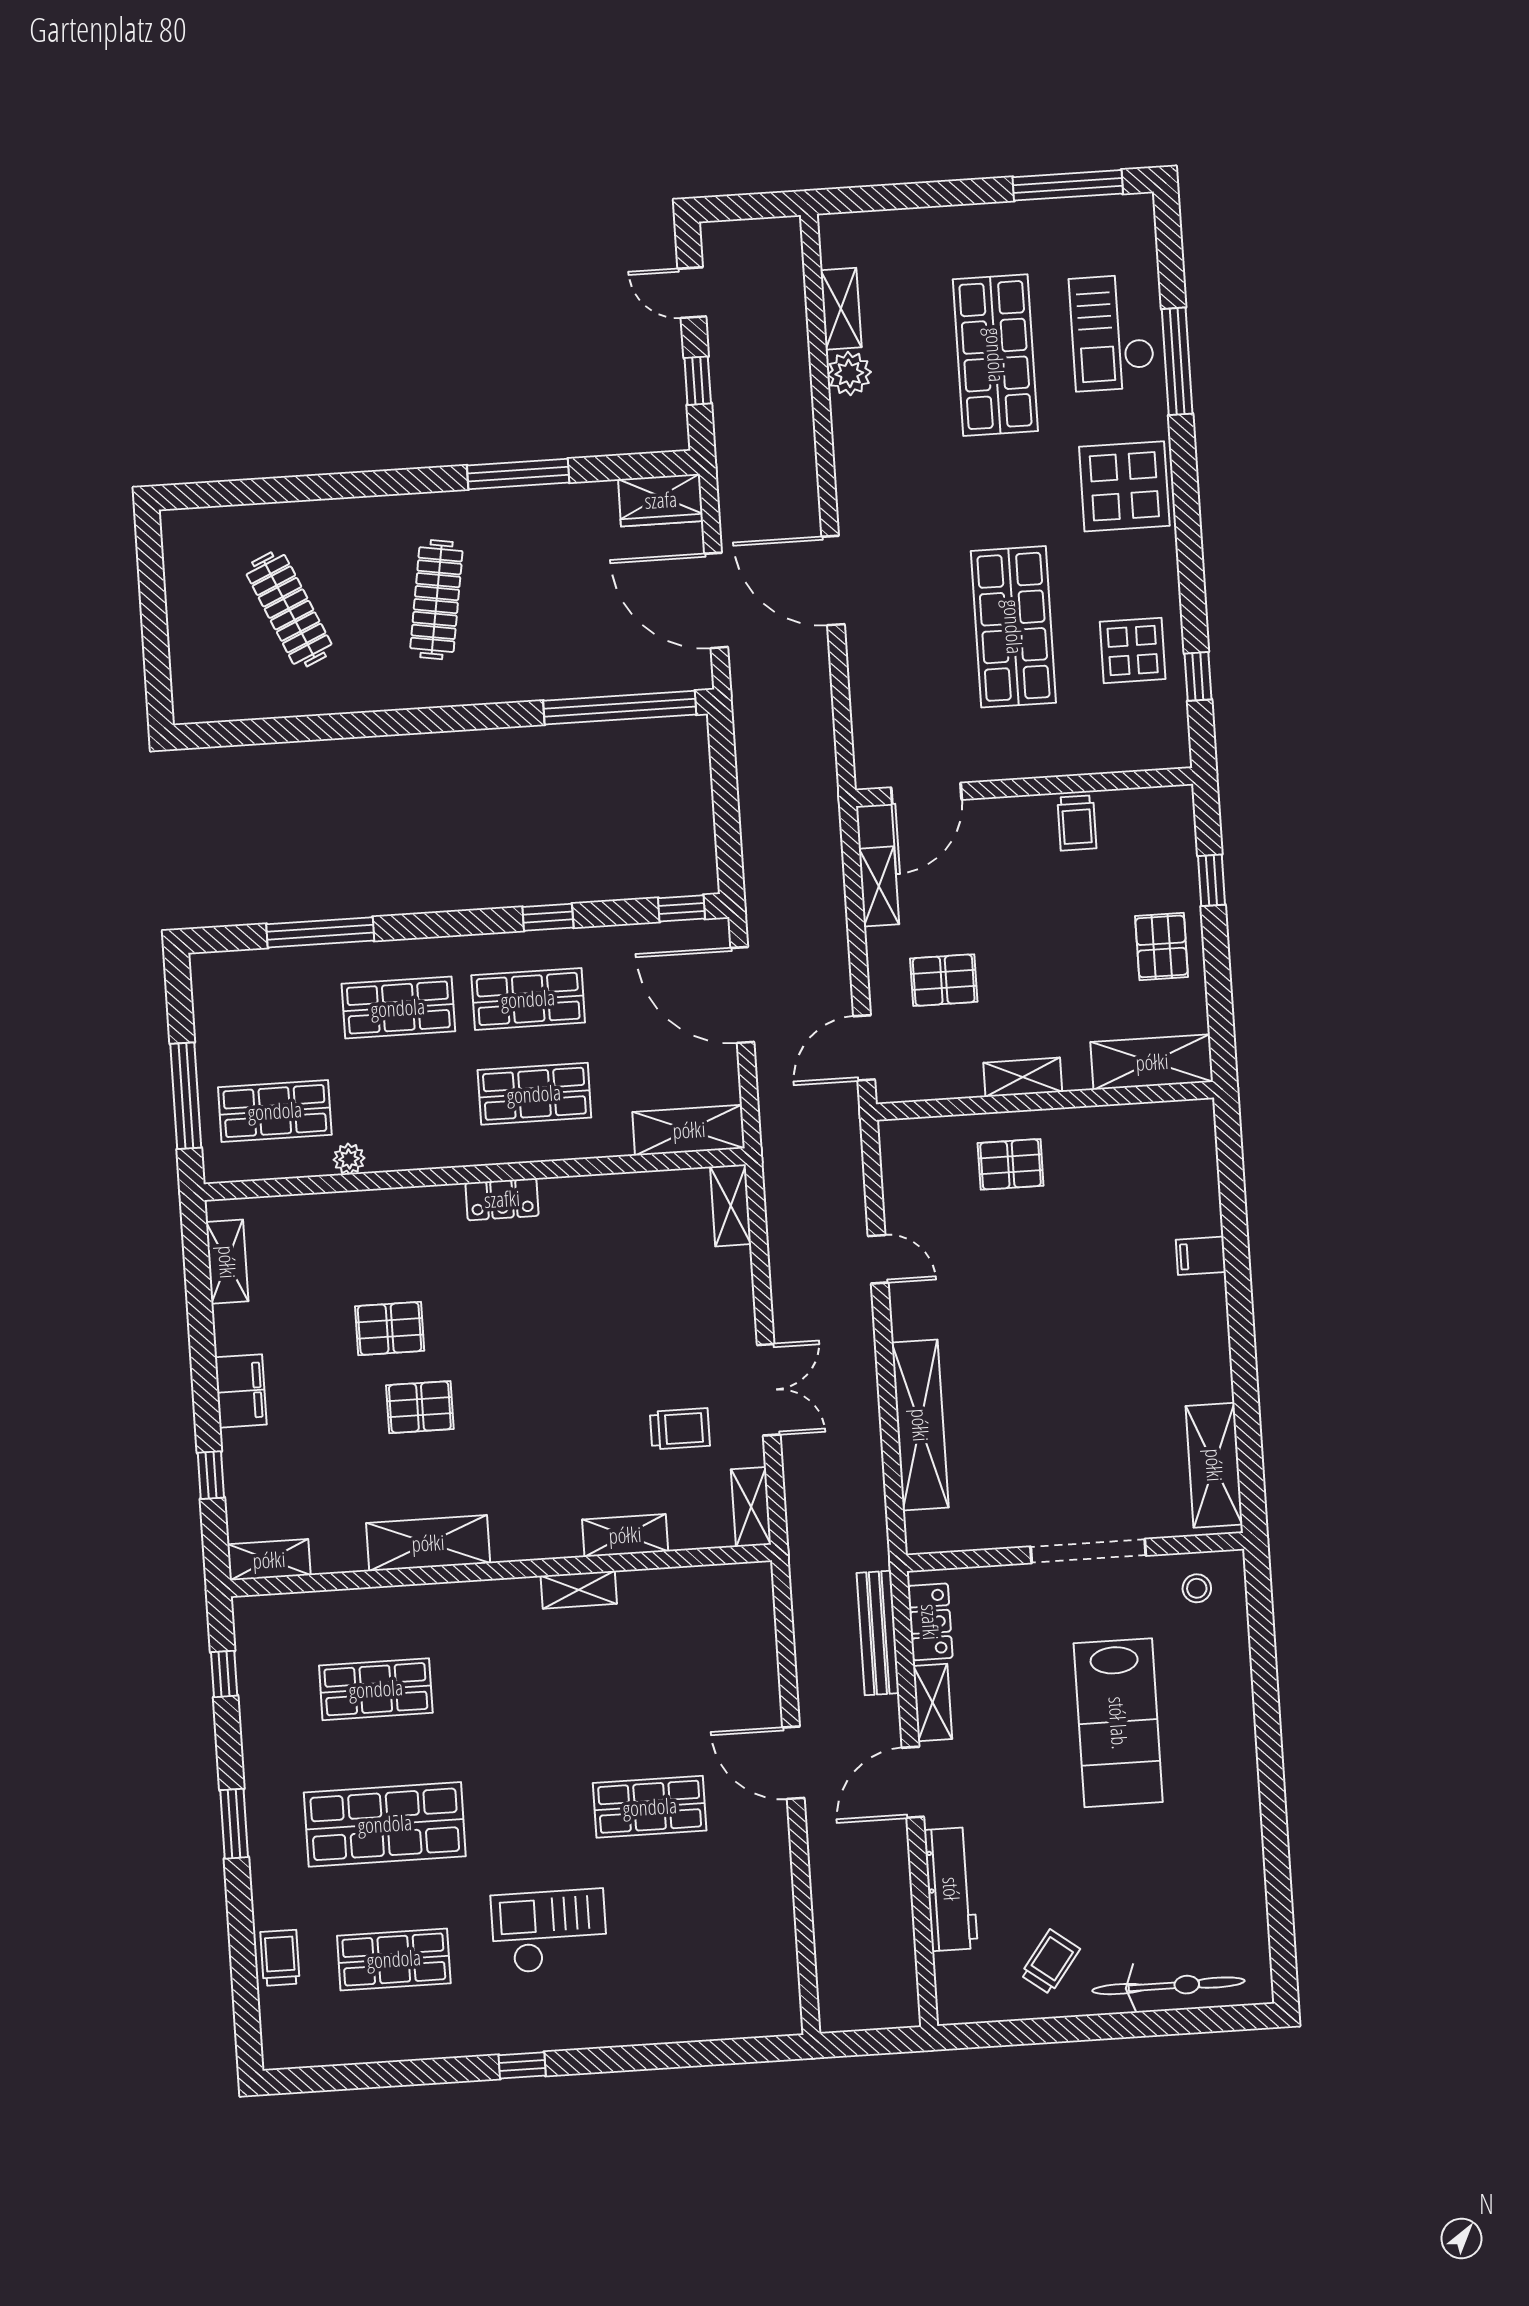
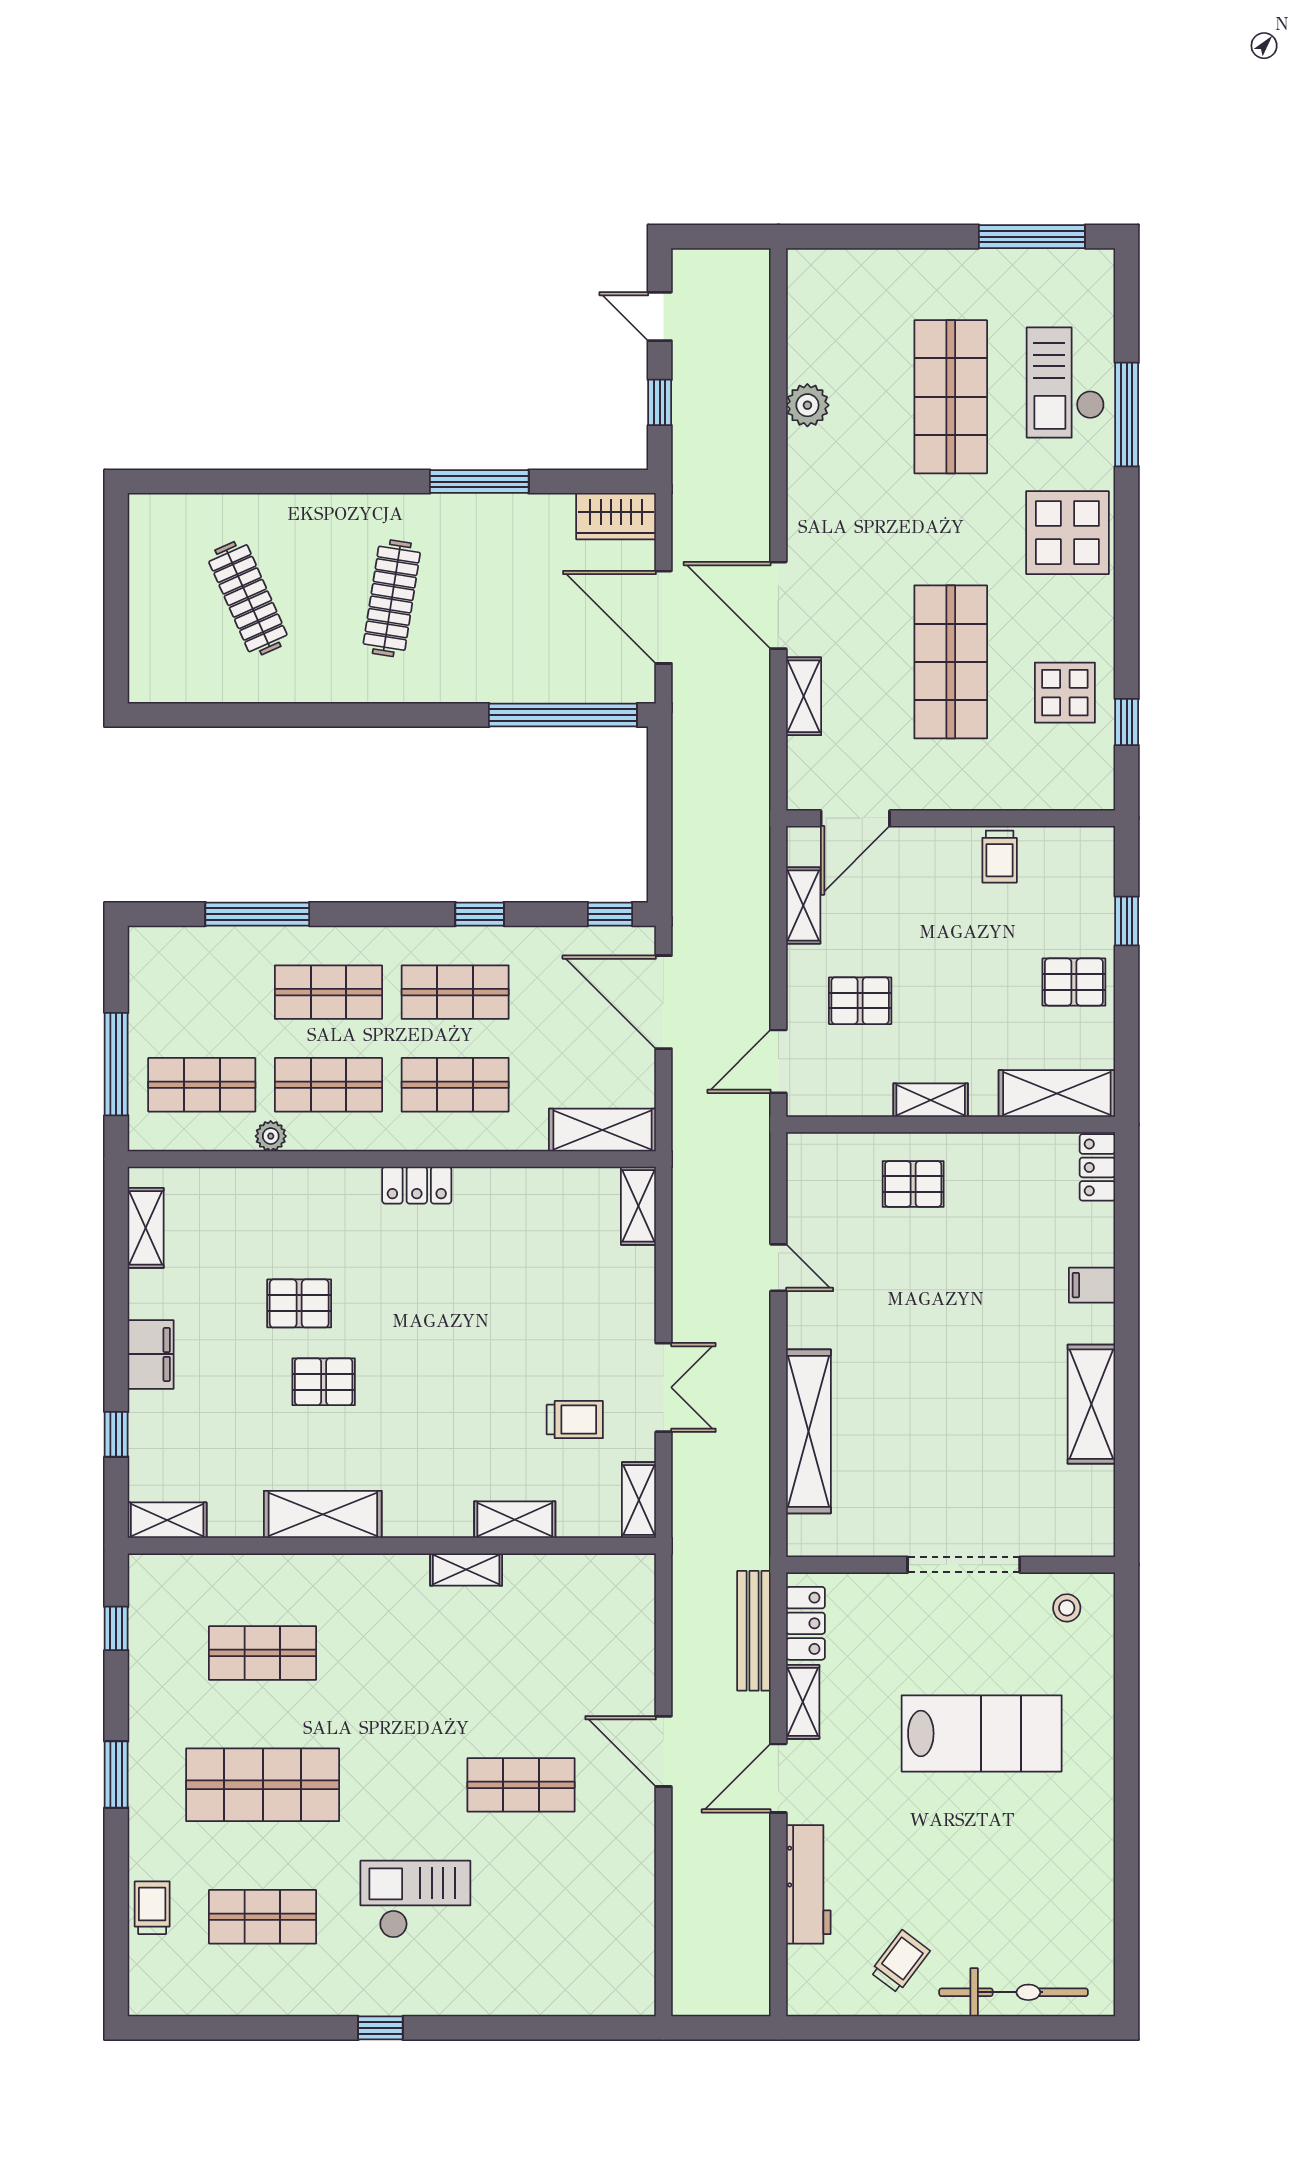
shelving: (841, 309) -> (804, 696), moved
pallet: (1162, 946) -> (1074, 982), turned 90
shop shelf: (405, 1102) -> (328, 1085), added
locker: (1198, 1135) -> (1097, 1167), added
shelving: (1214, 1465) -> (1091, 1404), moved
lab bench: (1118, 1723) -> (982, 1733), turned -90

